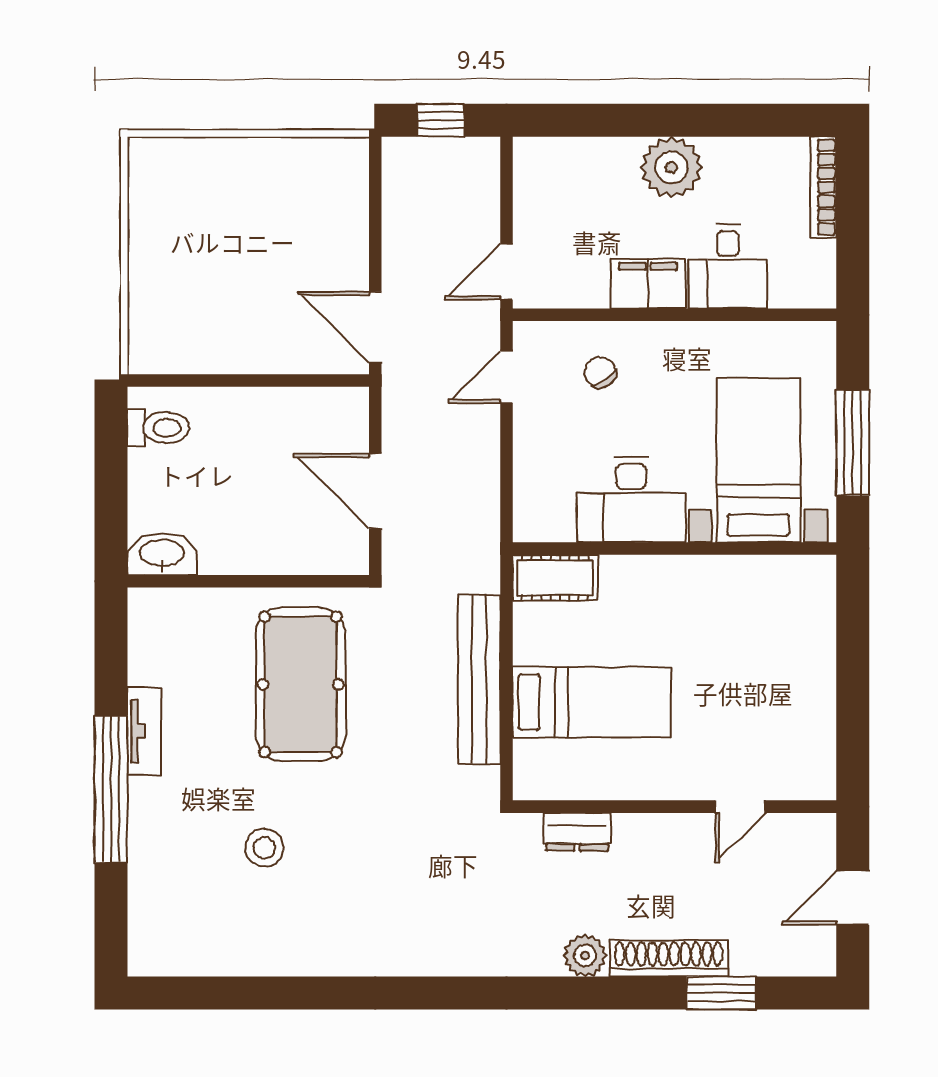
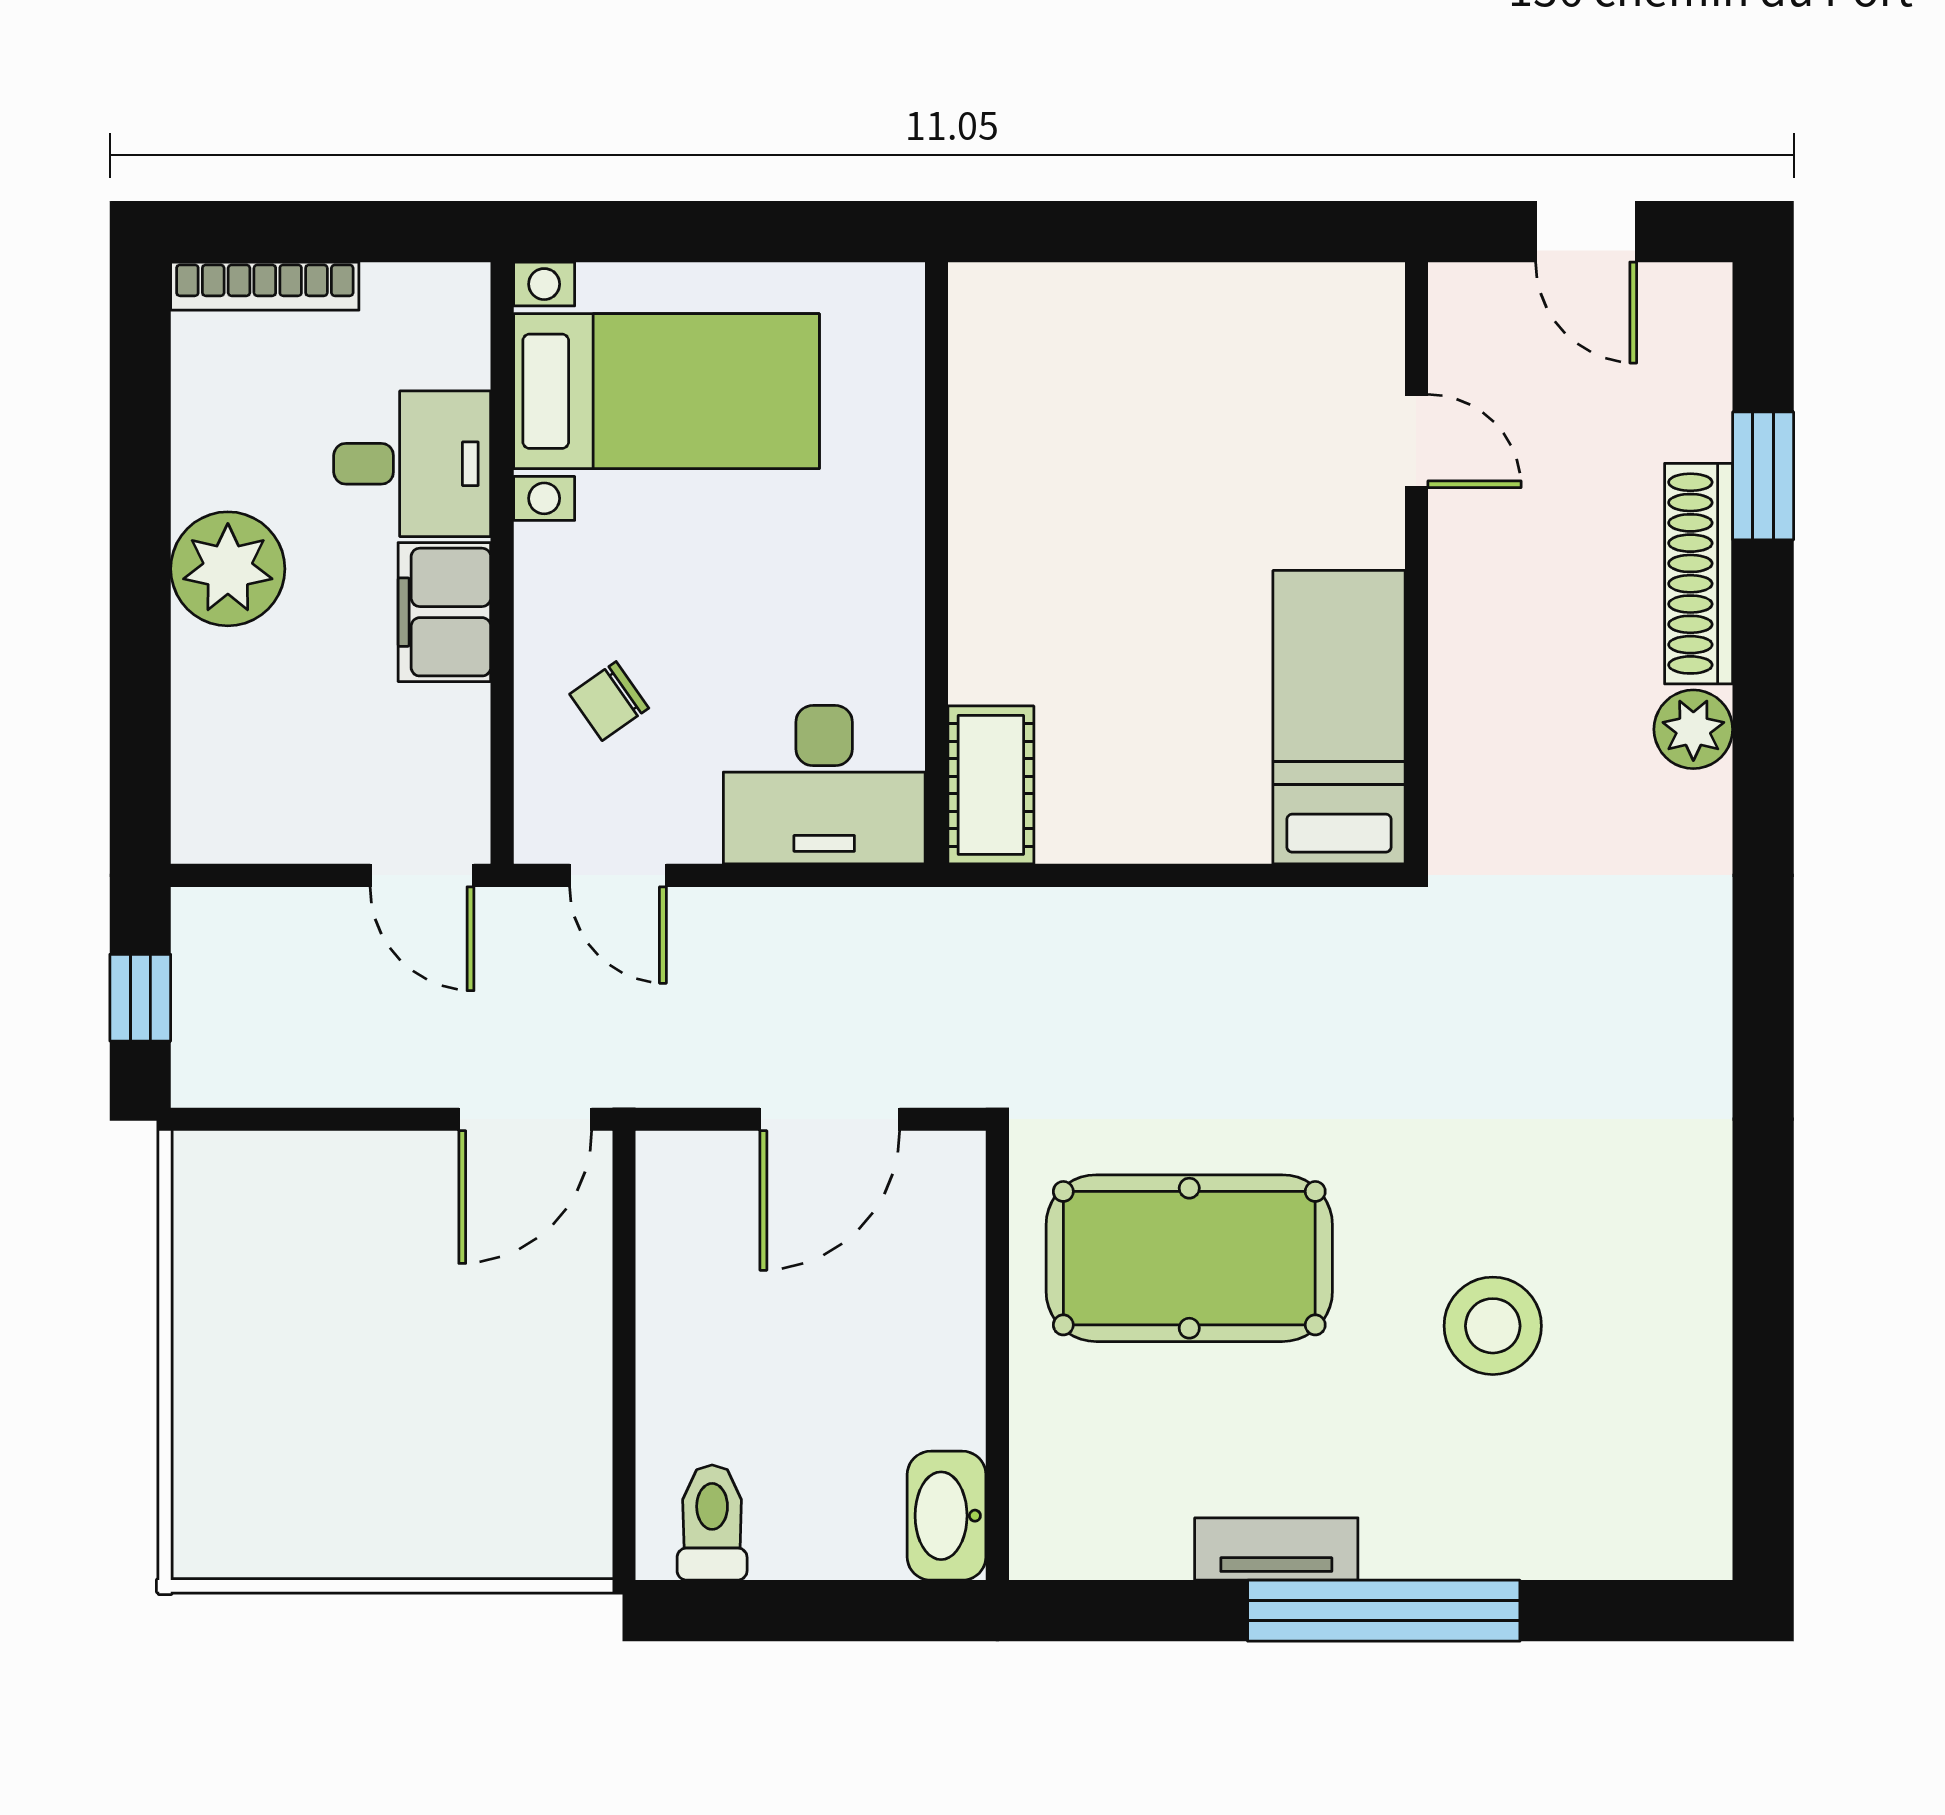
window: (853, 443) -> (740, 232), removed
bed with nightstands: (758, 460) -> (666, 391), moved, turned 180
desk: (631, 500) -> (824, 785), moved, turned 90
bench: (479, 679) -> (1180, 926), removed
bed: (592, 702) -> (1339, 717), moved
dresser: (577, 832) -> (1463, 744), removed
stool: (264, 848) -> (1493, 1326), width x1.38, depth x1.38

